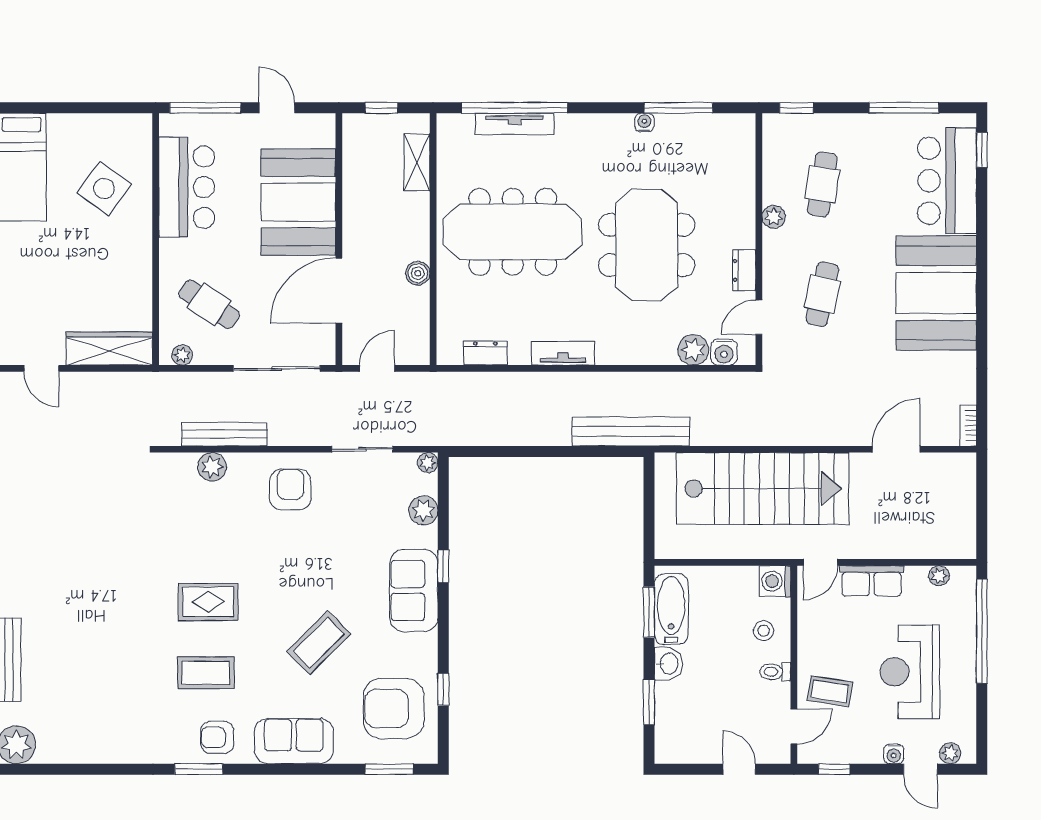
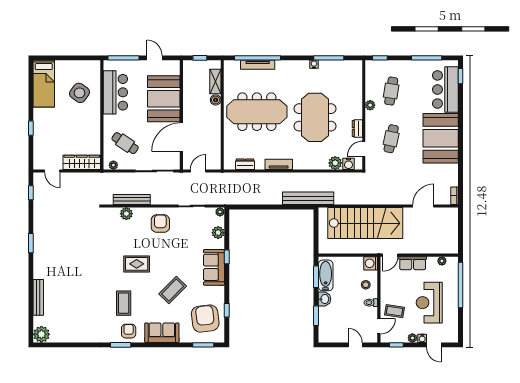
boiler: (418, 273) -> (216, 100), moved
rug: (208, 602) -> (137, 264), moved
coffee table: (206, 673) -> (124, 303), turned 90
armchair: (394, 708) -> (205, 319), turned 83
armchair: (217, 737) -> (129, 331), turned 90
plant: (950, 753) -> (412, 338), moved

